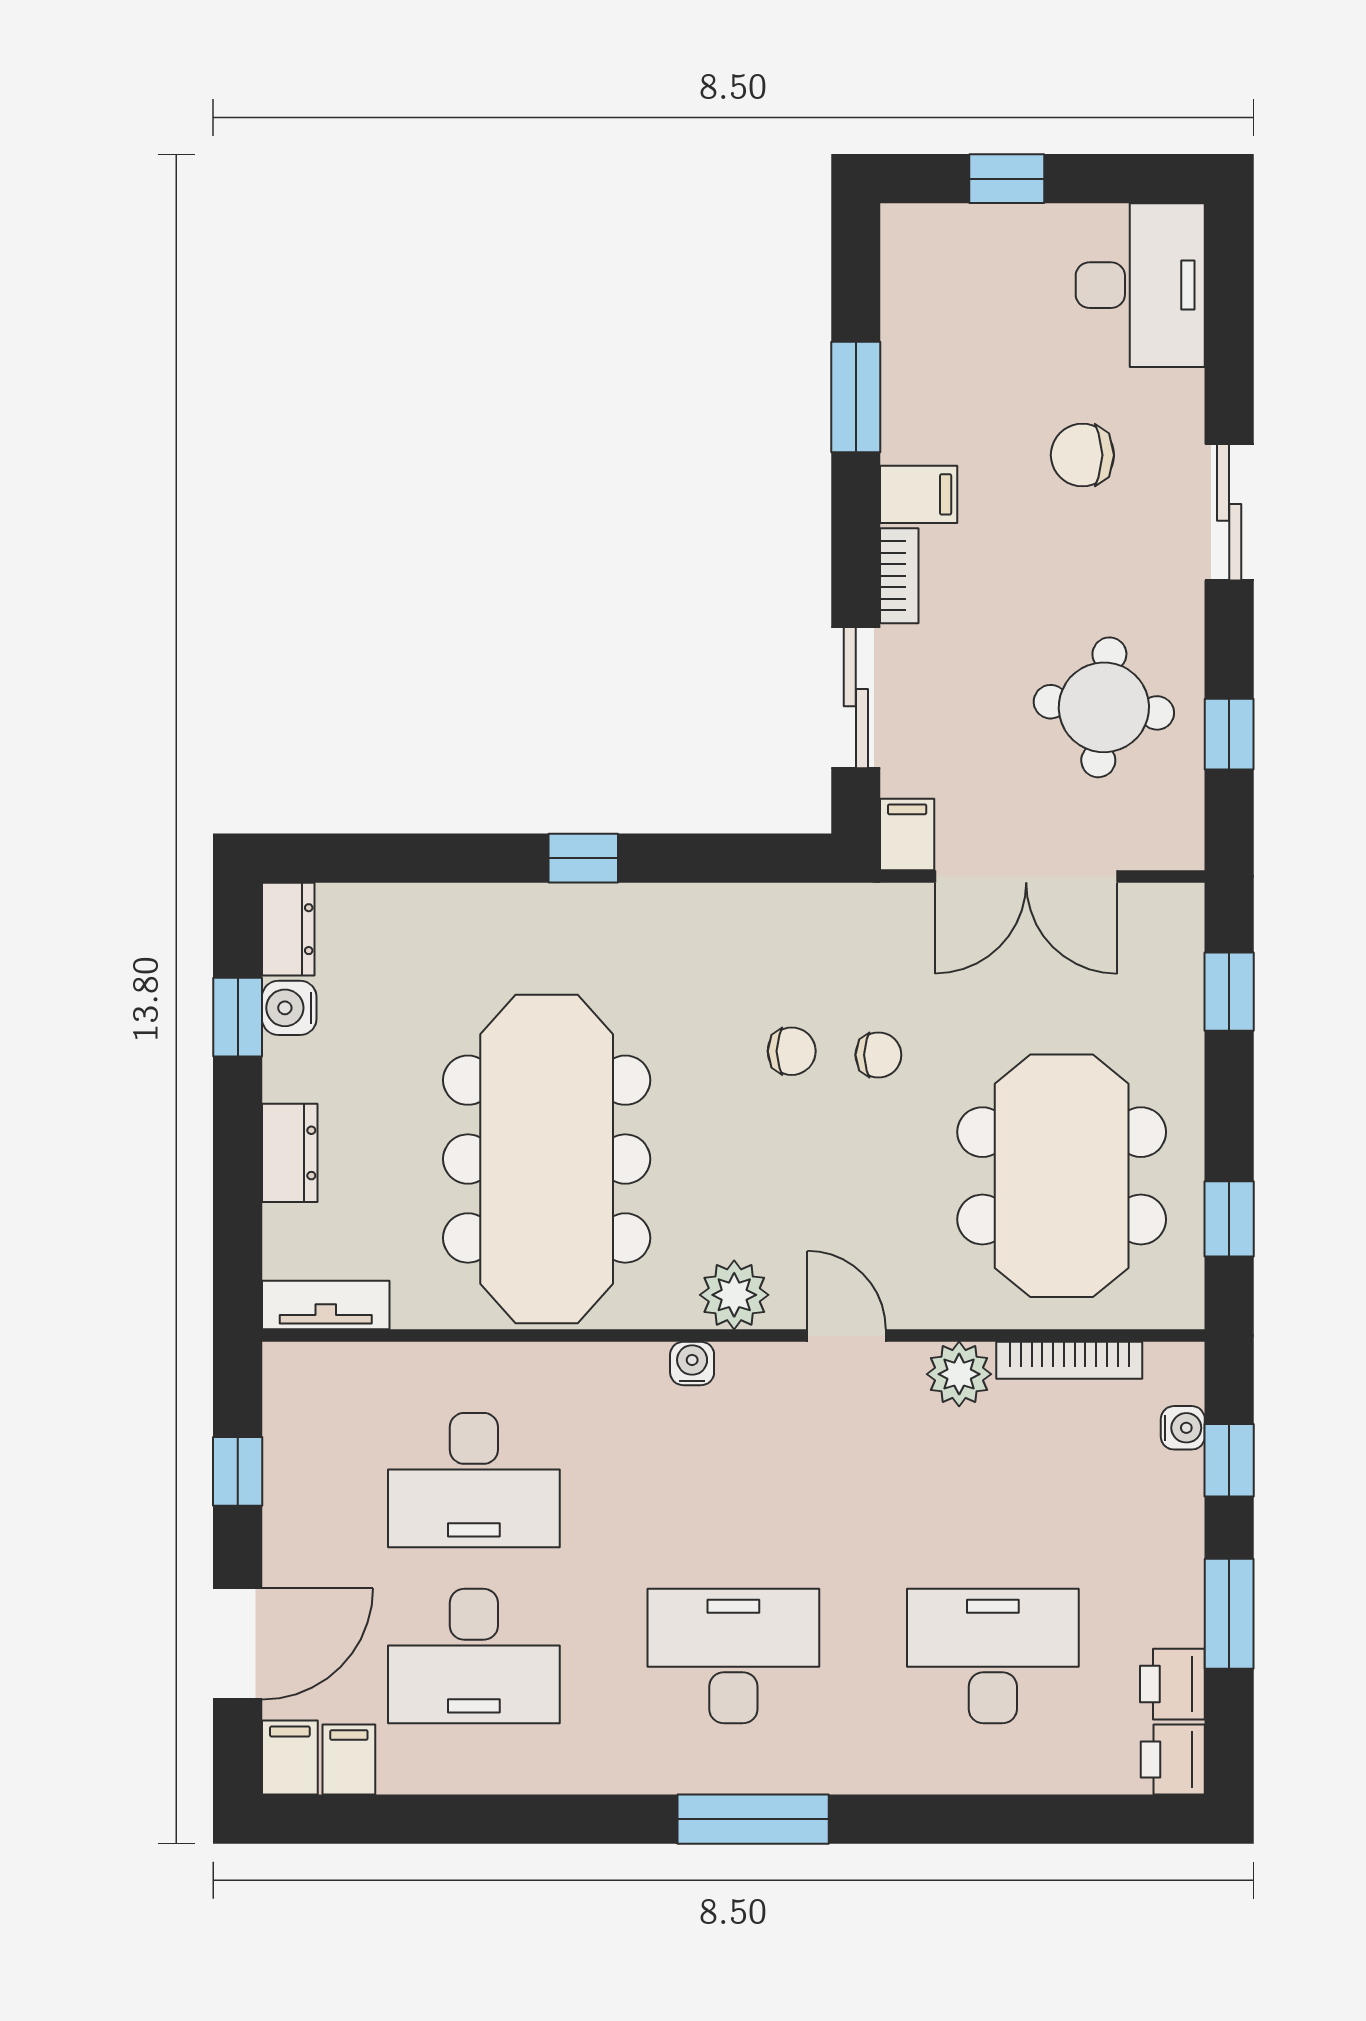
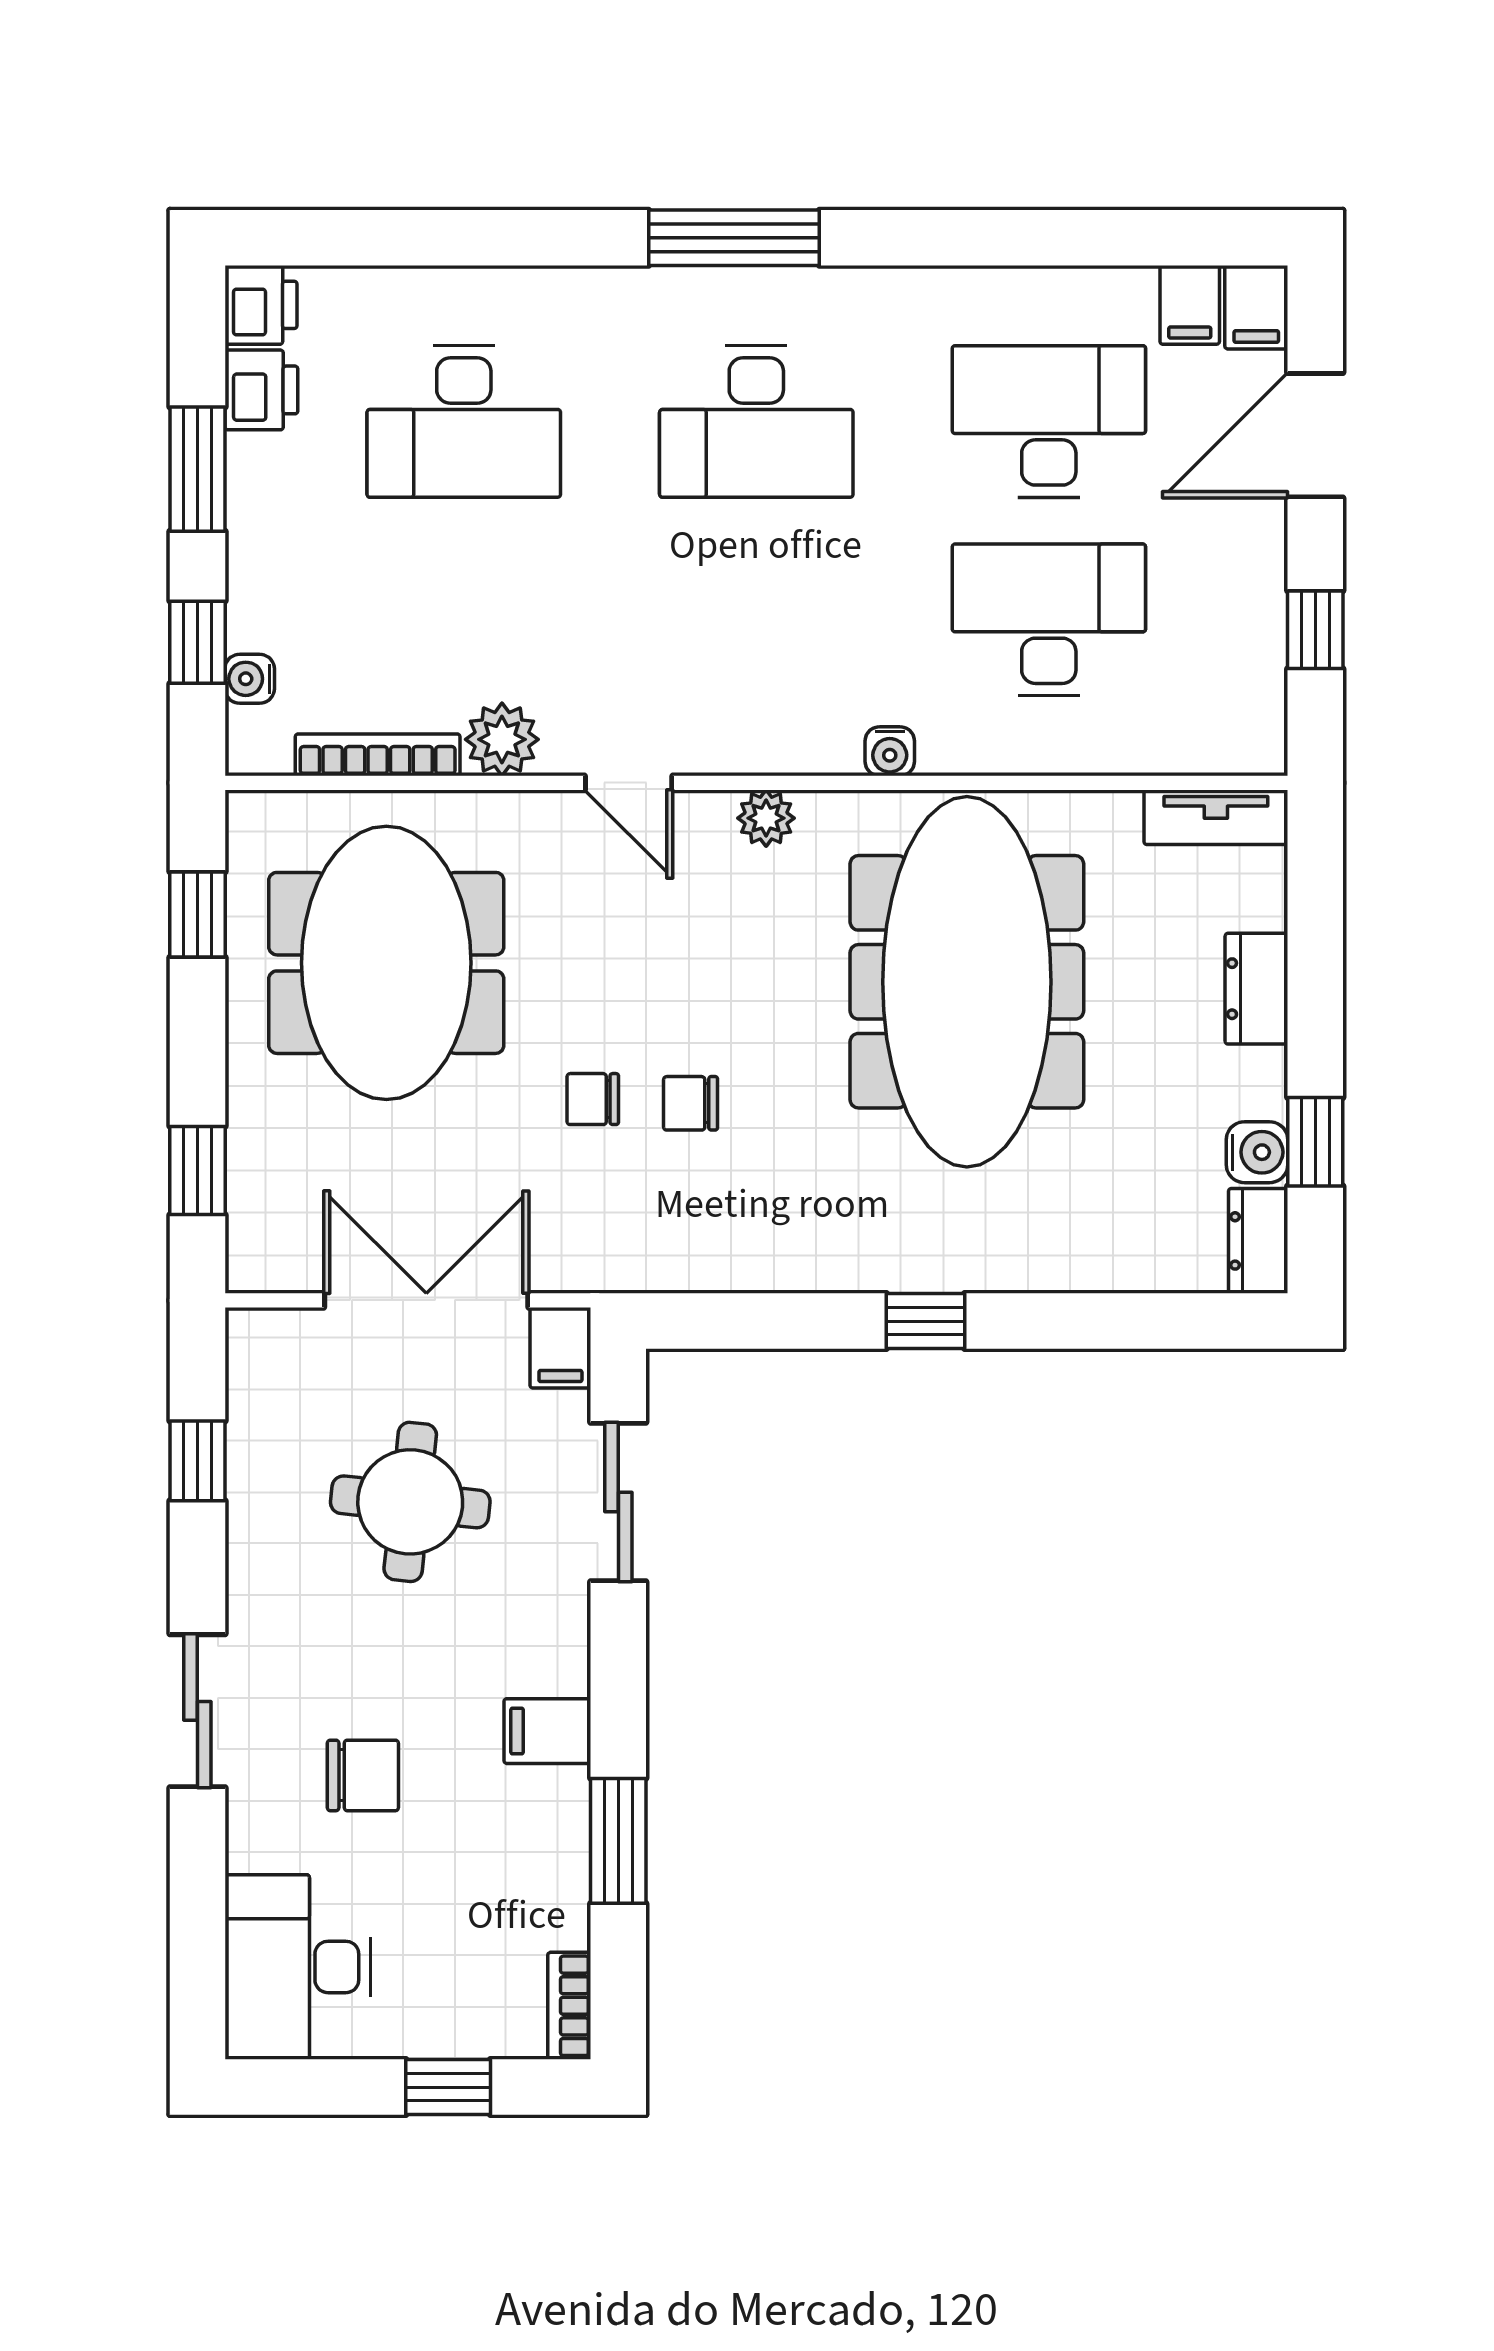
bookcase: (899, 576) -> (569, 2006), moved
round table: (1104, 707) -> (410, 1502), moved
plant: (734, 1295) -> (766, 818), width x0.73, depth x0.73
water cooler: (692, 1363) -> (890, 751), moved

